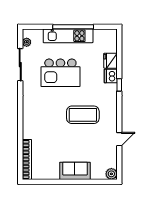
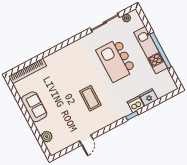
coffee table: (83, 115) -> (90, 98), width x0.73, depth x0.76
door: (119, 139) -> (86, 140), hinge flipped
sofa: (75, 171) -> (34, 107), moved
plant: (111, 174) -> (47, 137), moved

